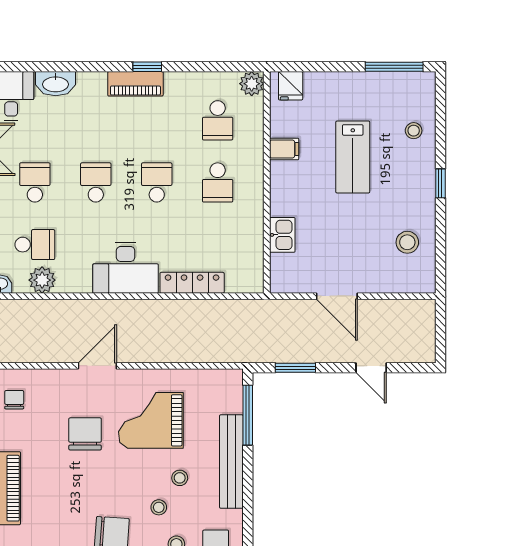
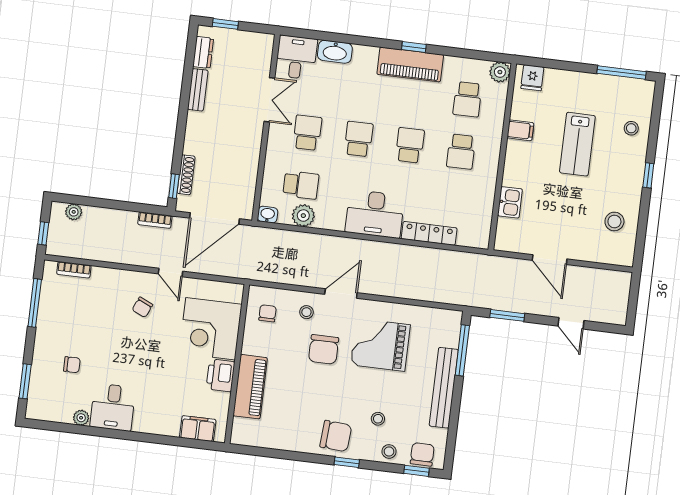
piano: (135, 84) -> (410, 65), width x1.37, depth x1.33
chair: (85, 434) -> (324, 349), turned 180
stool: (180, 478) -> (306, 312), moved

